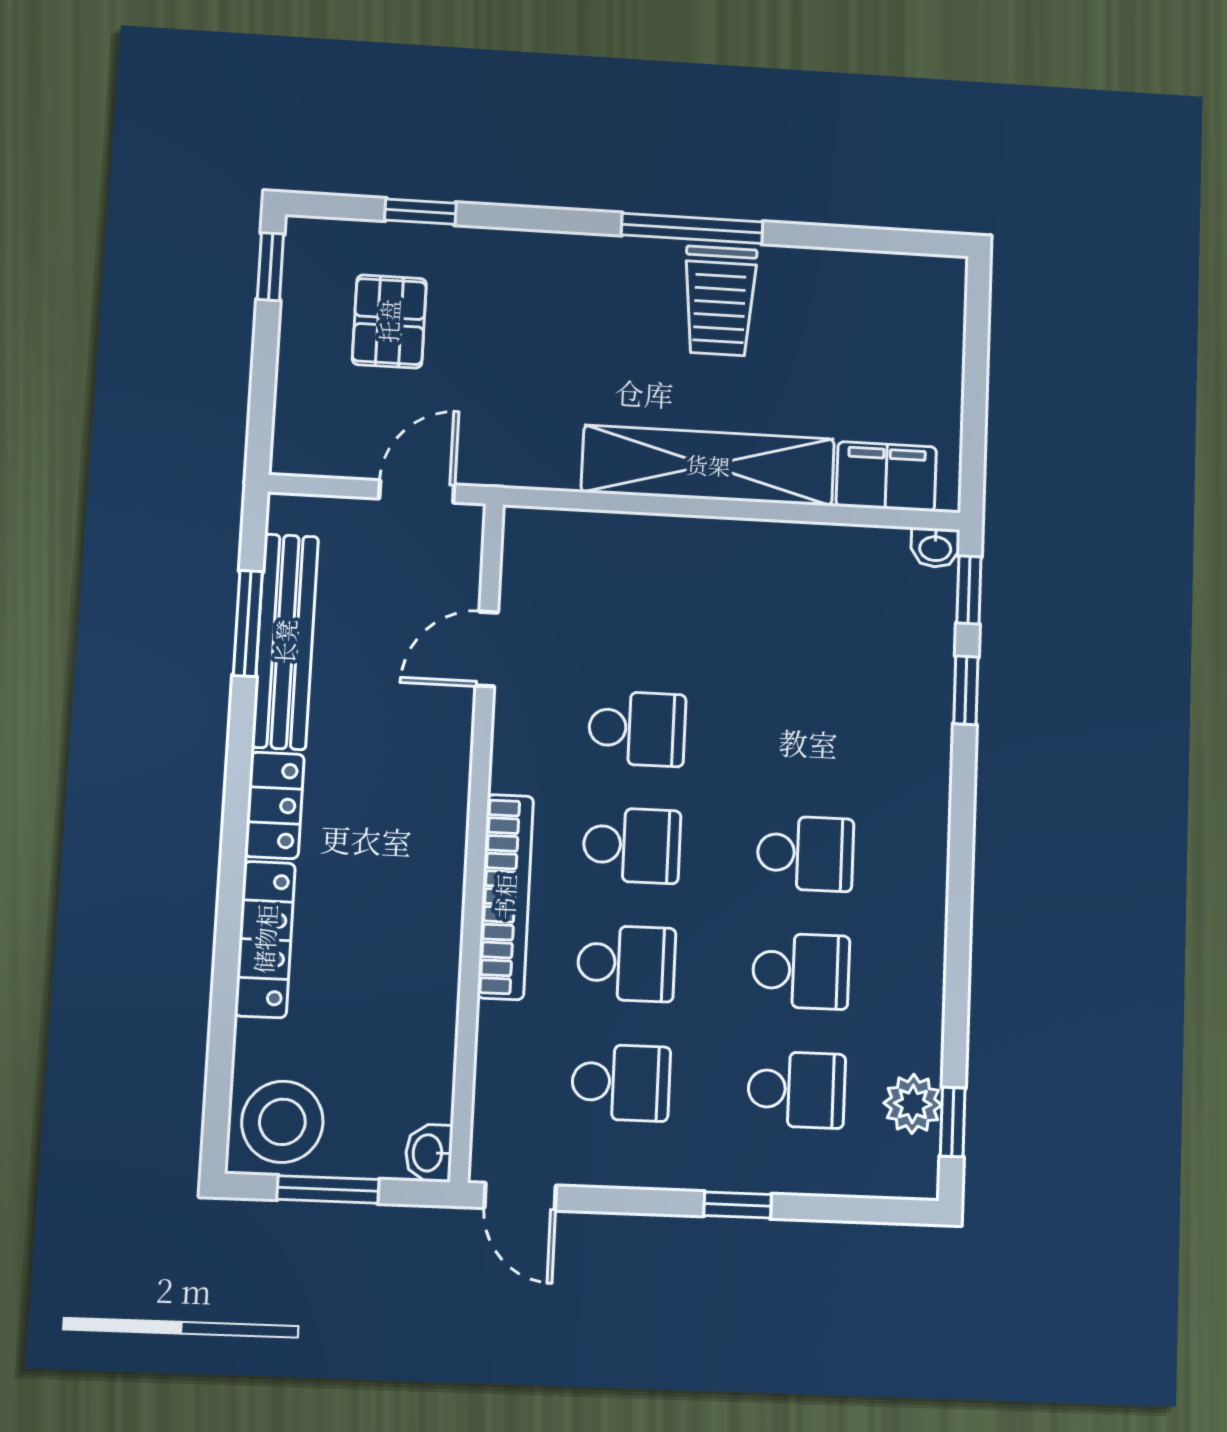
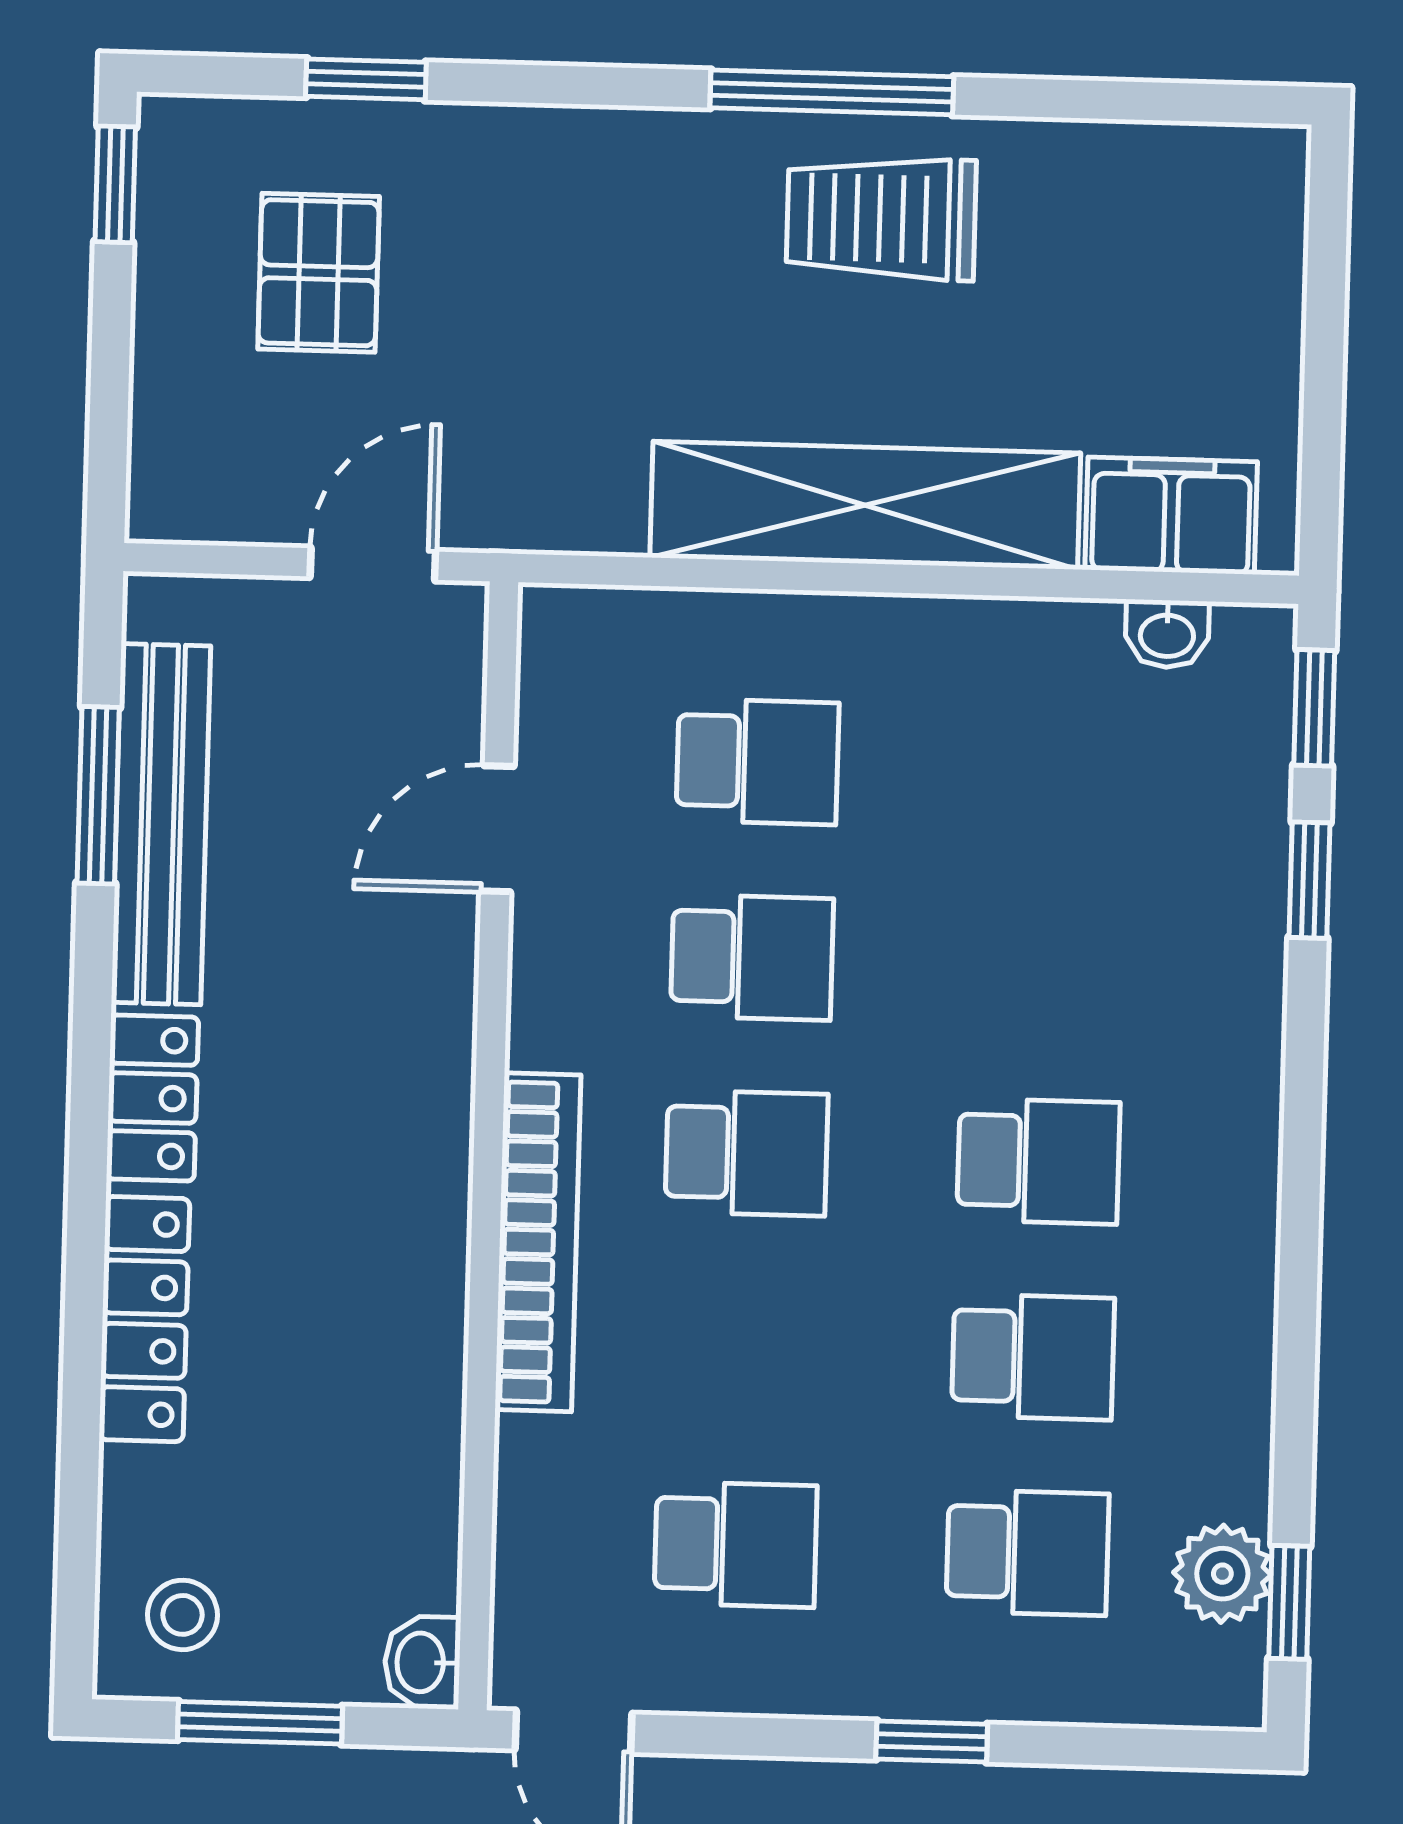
trolley: (720, 301) -> (881, 218), turned 90
washbasin: (935, 548) -> (1167, 634), moved
school desk: (626, 963) -> (757, 762), moved
stool: (282, 1122) -> (183, 1615), width x0.53, depth x0.53

